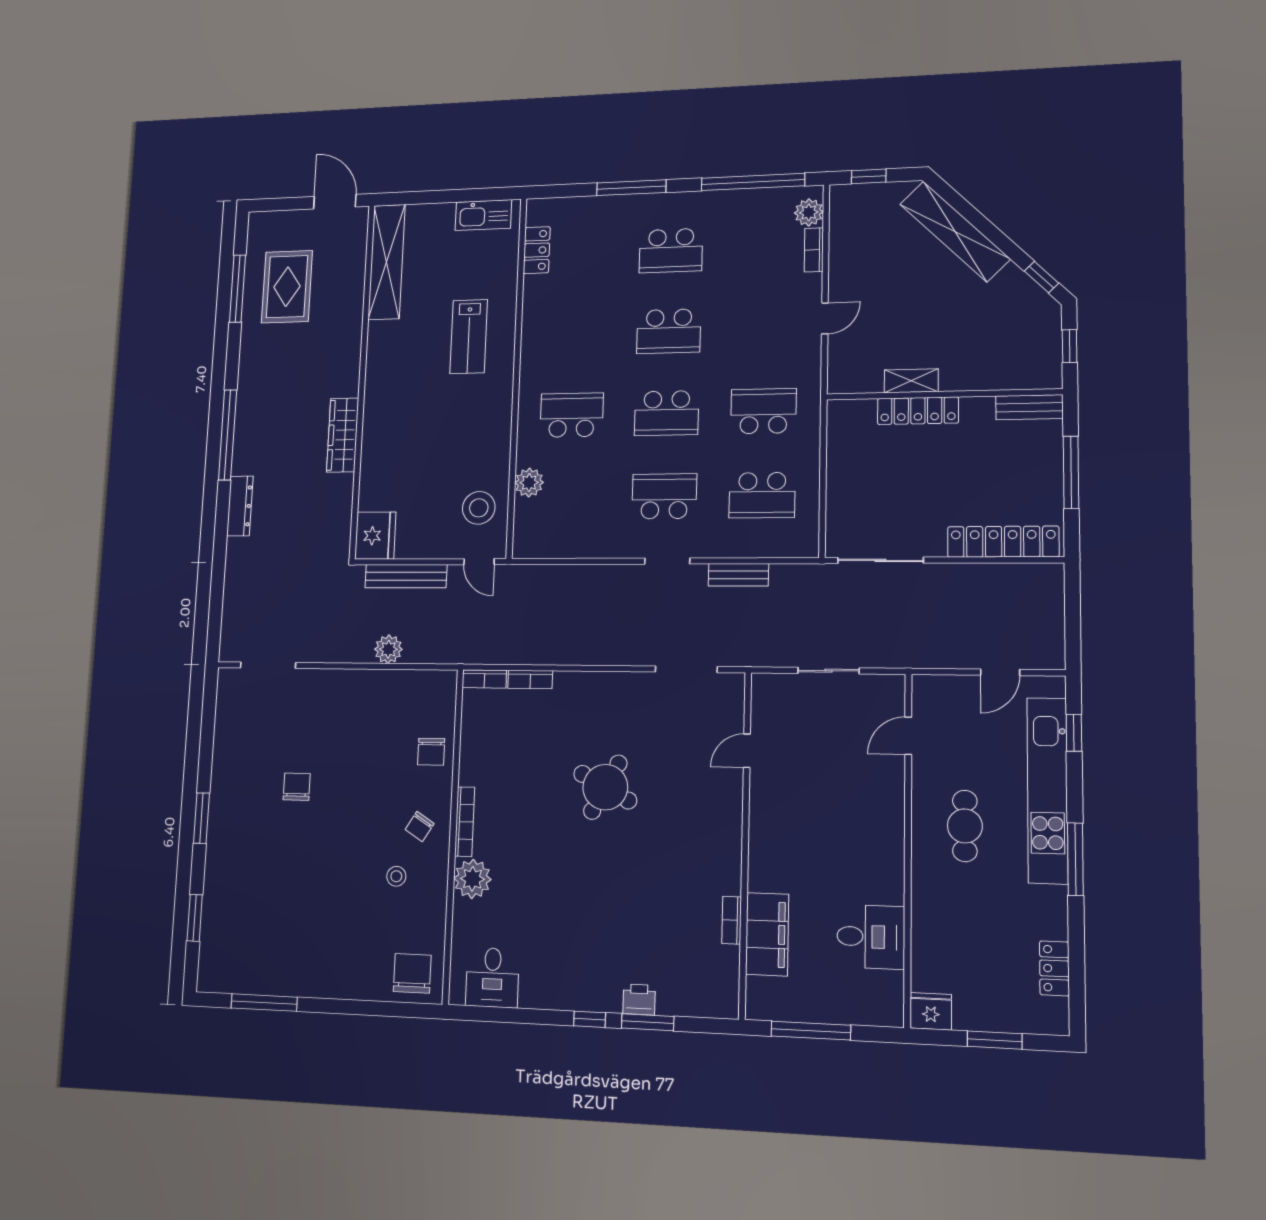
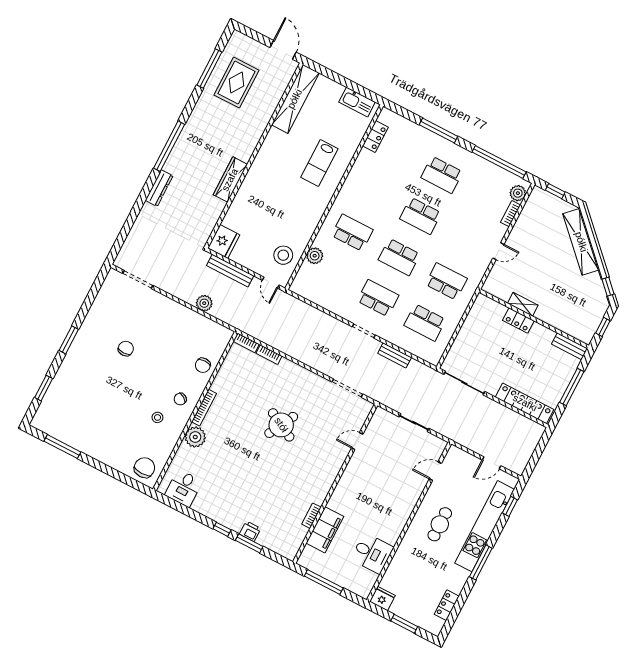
locker: (918, 411) -> (518, 320), width x0.66

